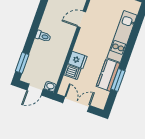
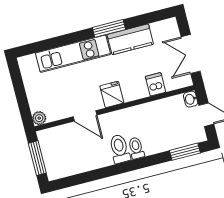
toilet: (49, 26) -> (120, 149), added
fridge: (77, 60) -> (112, 94), moved
window: (118, 80) -> (109, 28), moved

